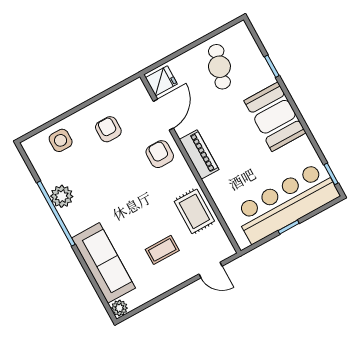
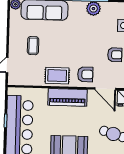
piano: (199, 154) -> (67, 97), width x1.37, depth x1.33
rug: (194, 211) -> (57, 76), moved

